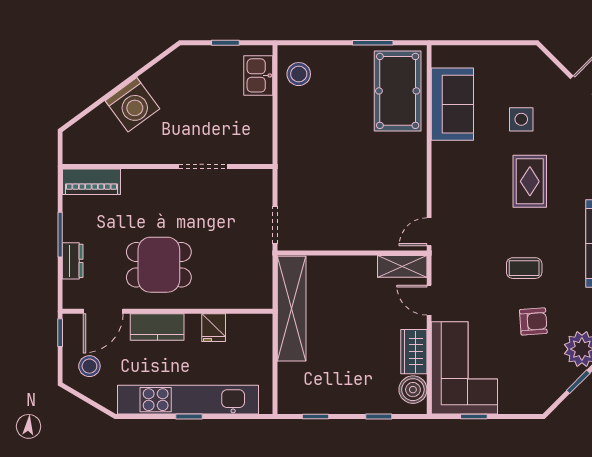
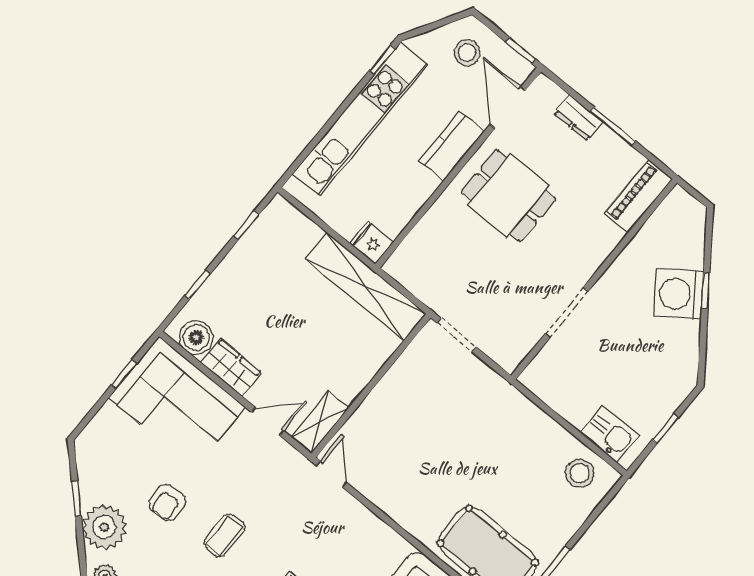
window: (116, 89) -> (706, 291), added
dining table: (159, 265) -> (509, 196), turned 90
fridge: (214, 328) -> (371, 243), moved
window: (189, 416) -> (383, 59), moved

